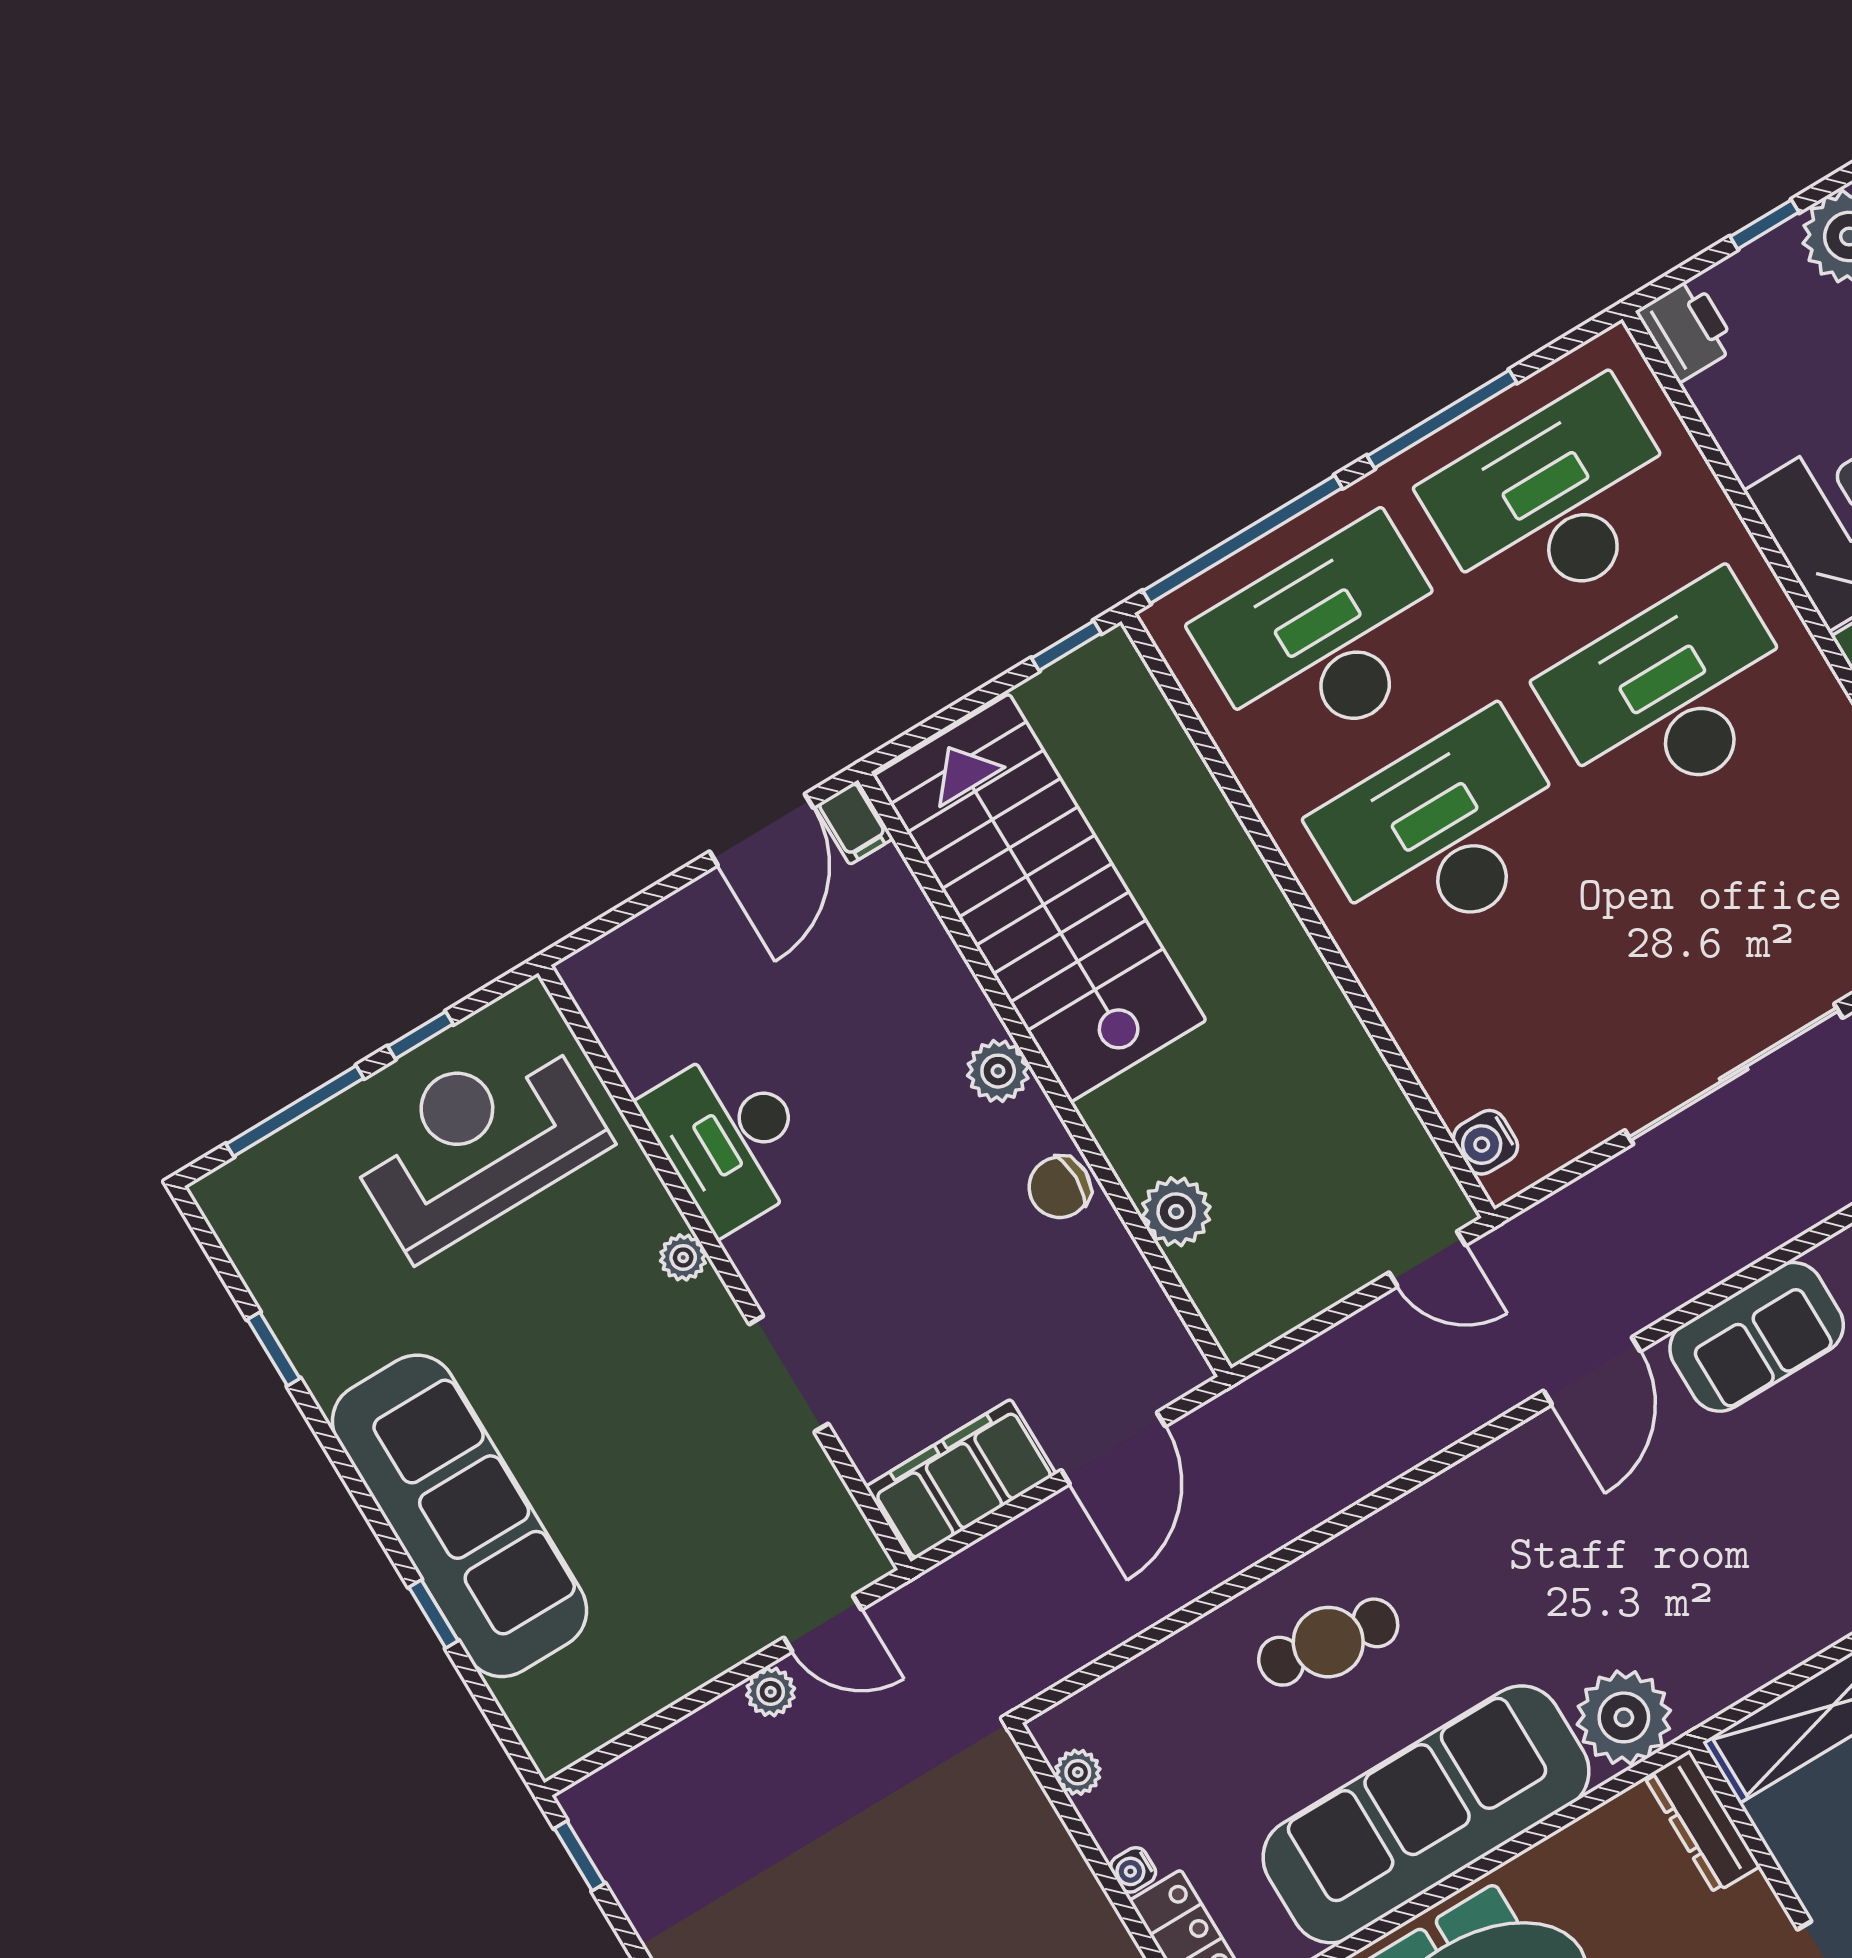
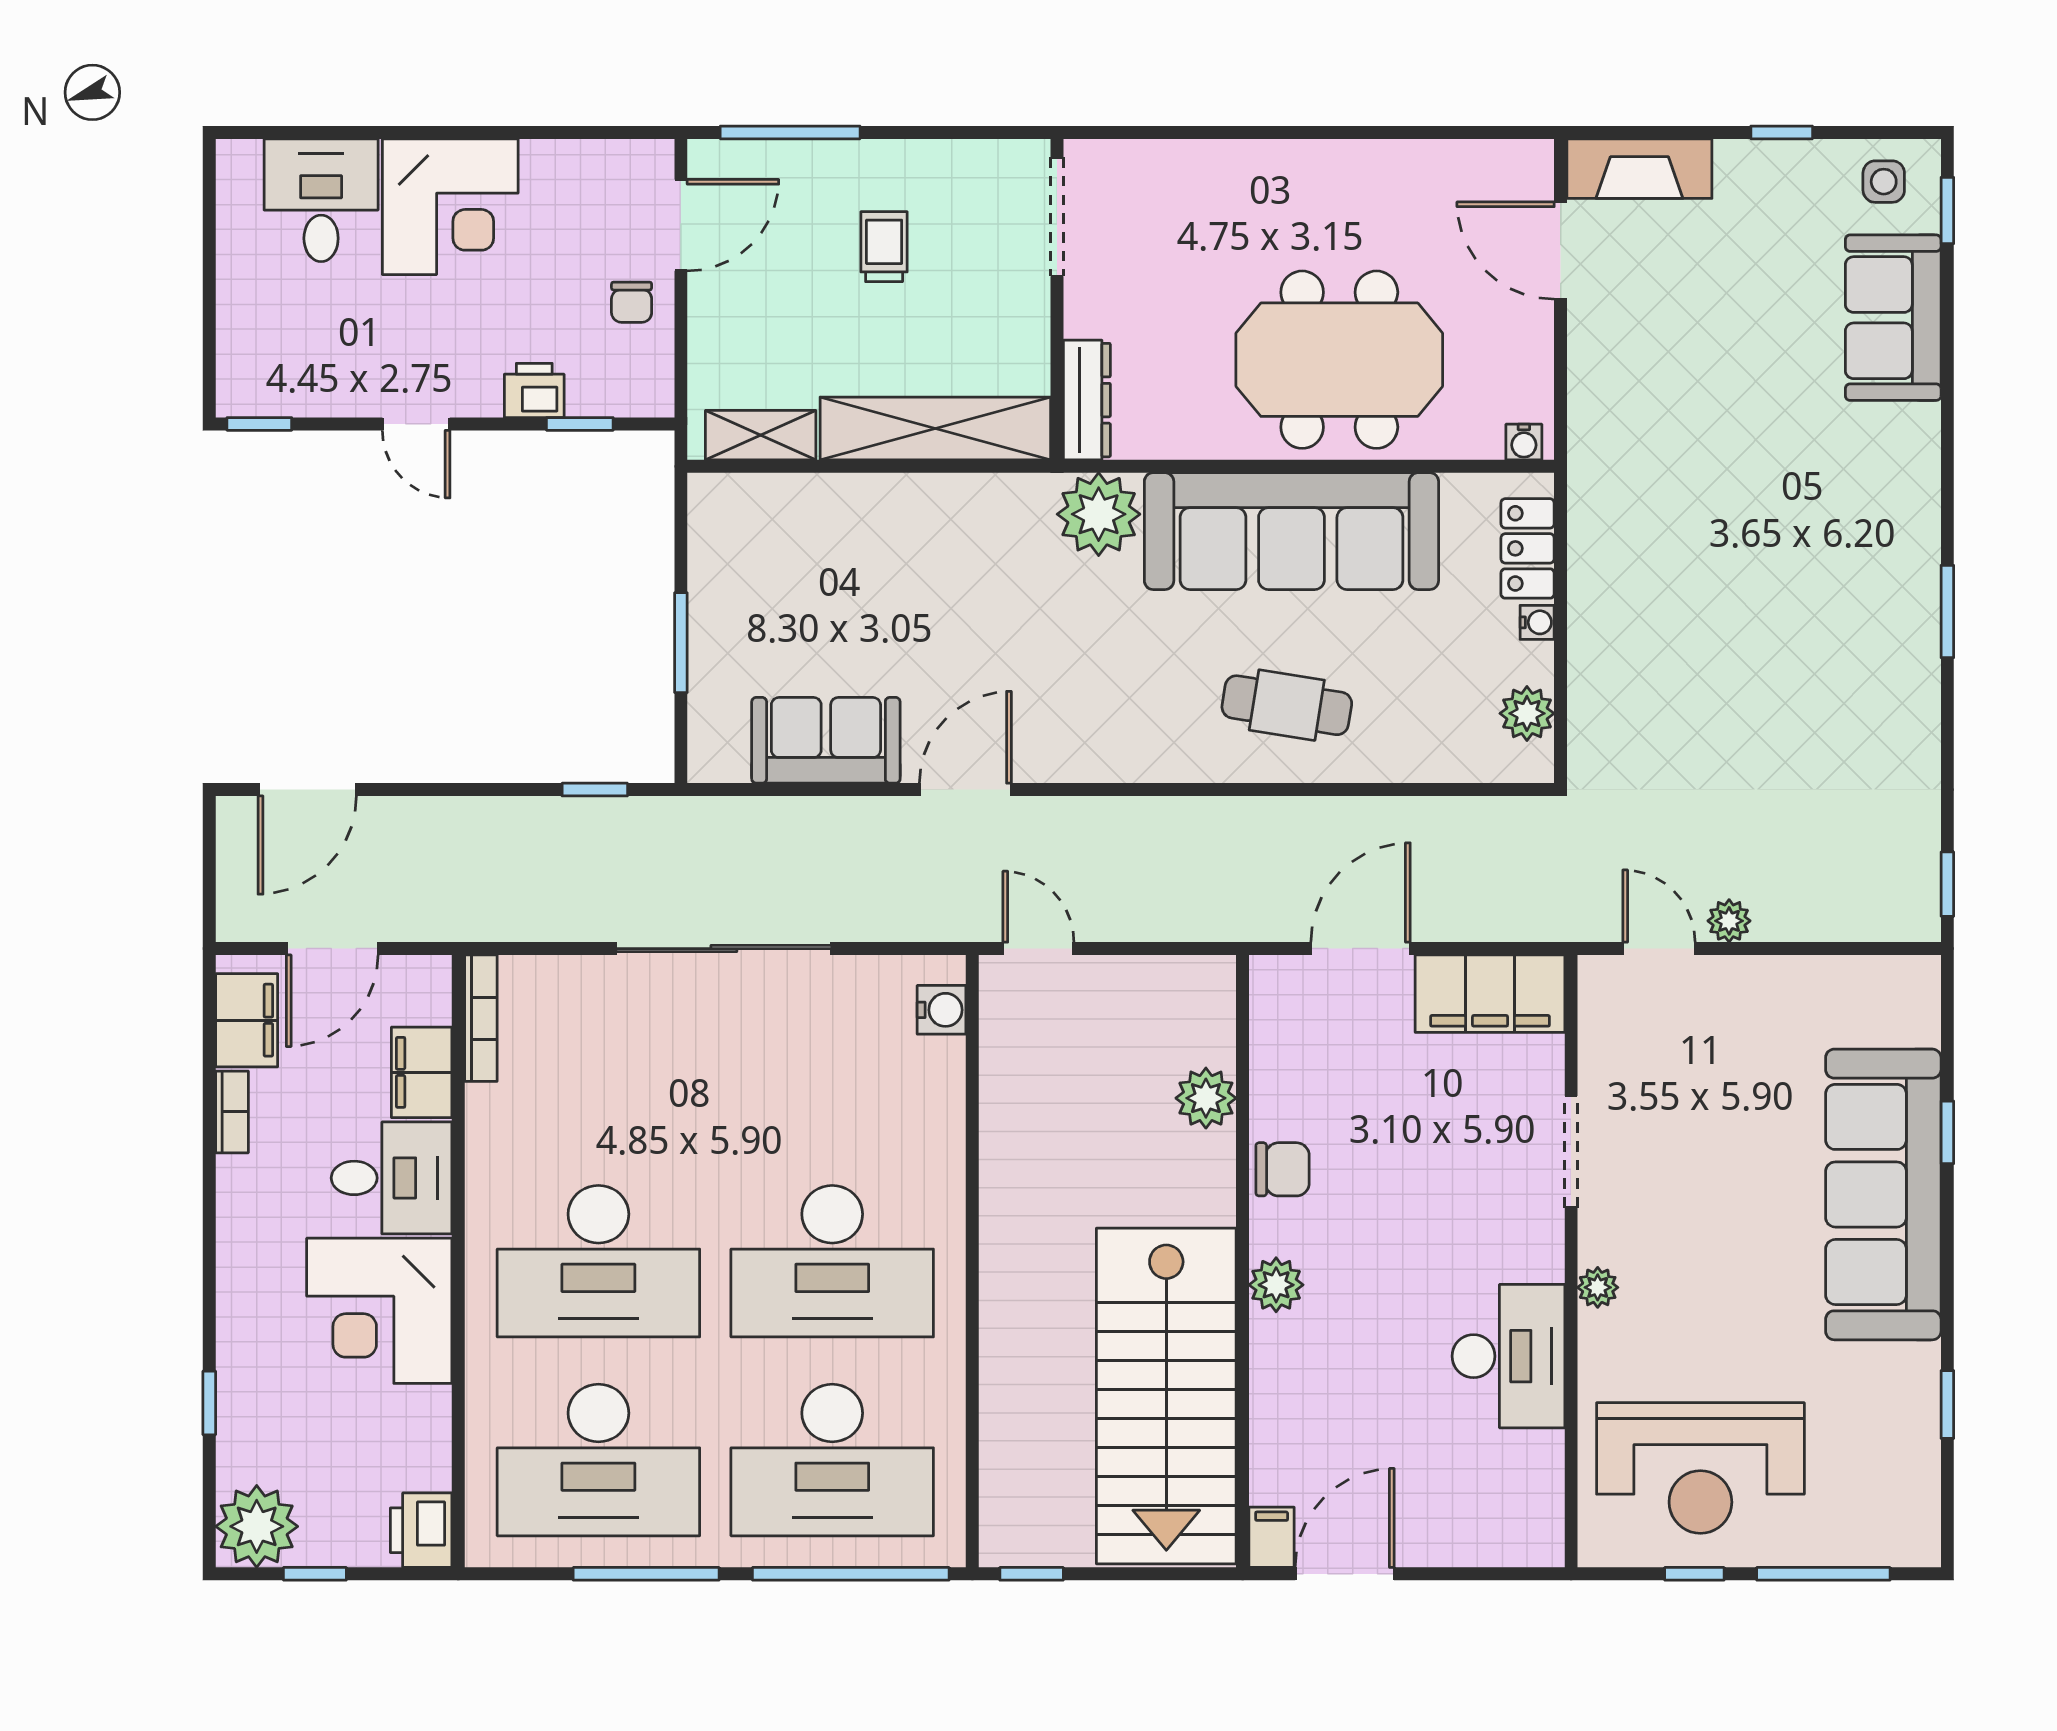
plant: (1078, 1772) -> (1527, 713), width x1.38, depth x1.38

